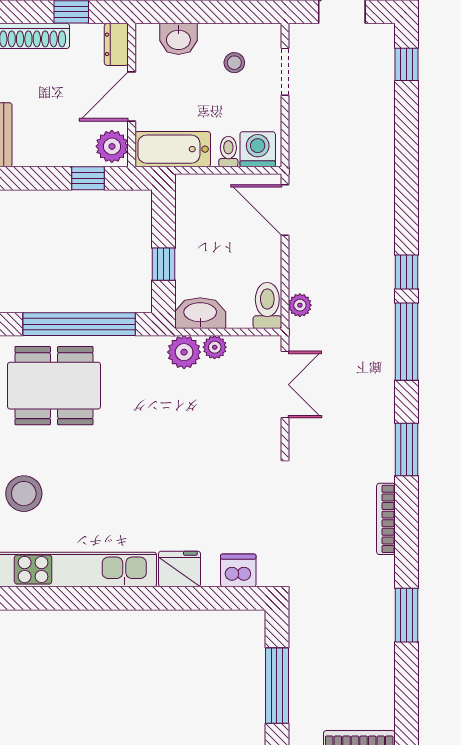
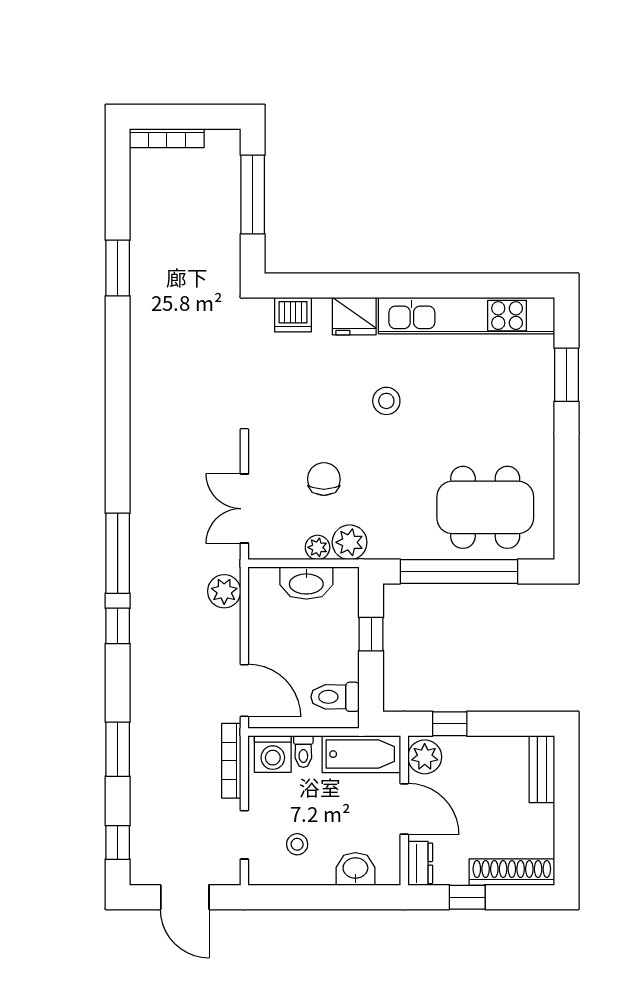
door: (132, 96) -> (404, 809), hinge flipped
plant: (300, 305) -> (224, 591), width x1.38, depth x1.38
toilet: (267, 306) -> (335, 697), moved, turned 90
washbasin: (200, 313) -> (306, 583), moved
chair: (209, 413) -> (324, 479), added
window: (406, 450) -> (118, 749), moved
stool: (24, 494) -> (386, 401), moved, width x0.73, depth x0.73
bookcase: (386, 519) -> (231, 761), moved, turned 180

